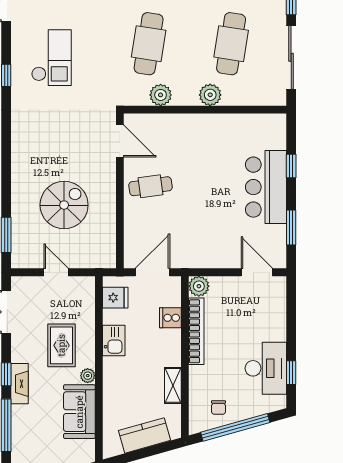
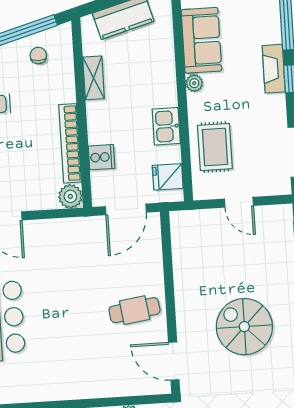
spiral stairs: (64, 205) -> (244, 327), moved, turned 90
rug: (61, 345) -> (215, 147), moved

